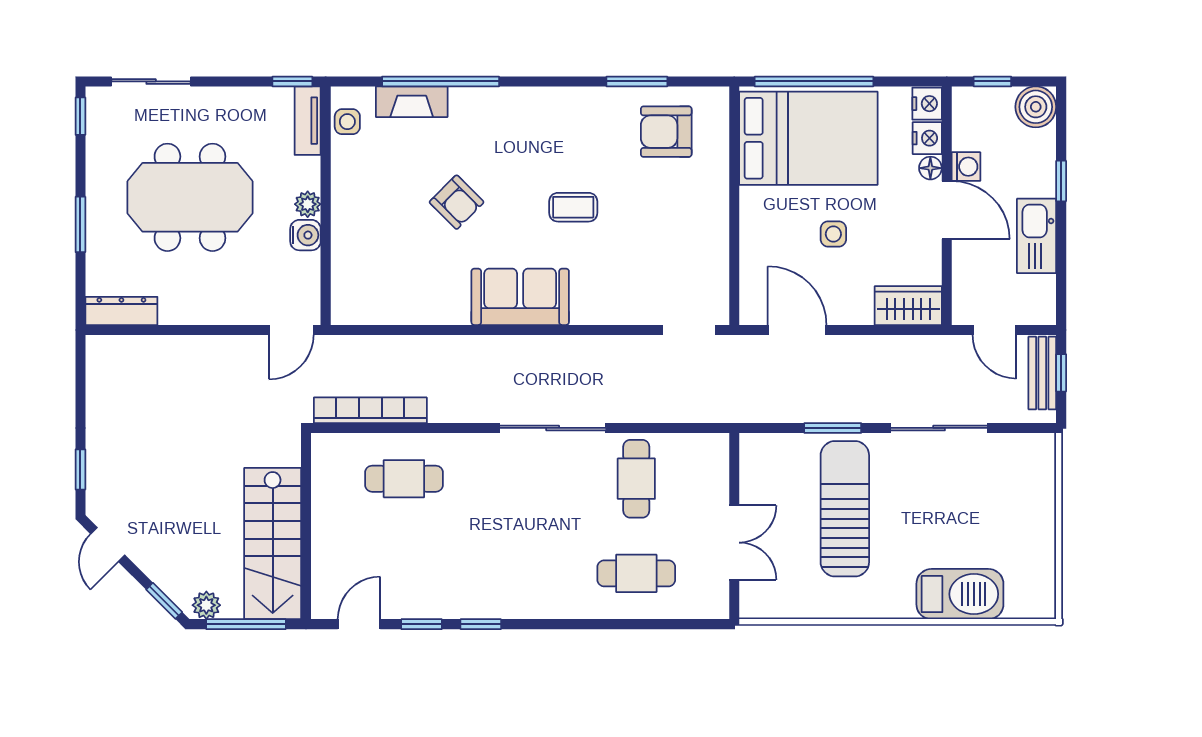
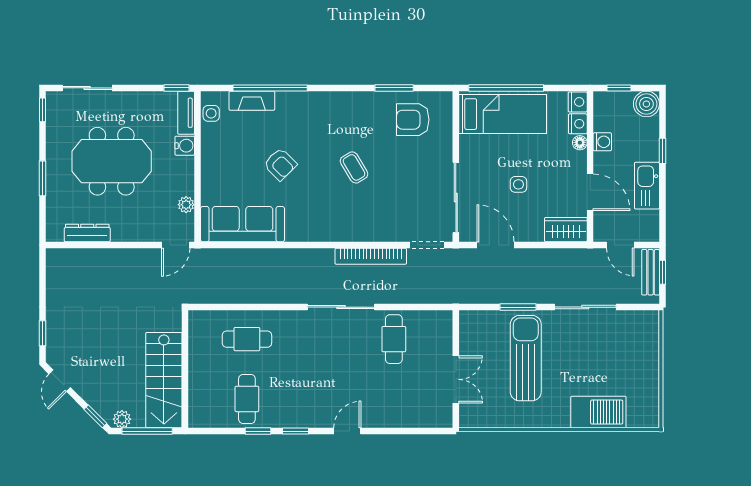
bed: (808, 138) -> (503, 114), width x0.67
plant: (308, 204) -> (186, 205), moved
coffee table: (573, 207) -> (354, 167), turned 59
door: (947, 210) -> (590, 192), moved
water cooler: (305, 235) -> (185, 146), moved
sliding door: (734, 255) -> (456, 198), added
sofa: (520, 297) -> (242, 224), moved, width x1.36
dresser: (121, 311) -> (87, 233), moved
bookcase: (370, 410) -> (371, 256), moved, turned 180
cafe table: (636, 573) -> (247, 399), moved, turned 90
door: (359, 624) -> (347, 431), moved

